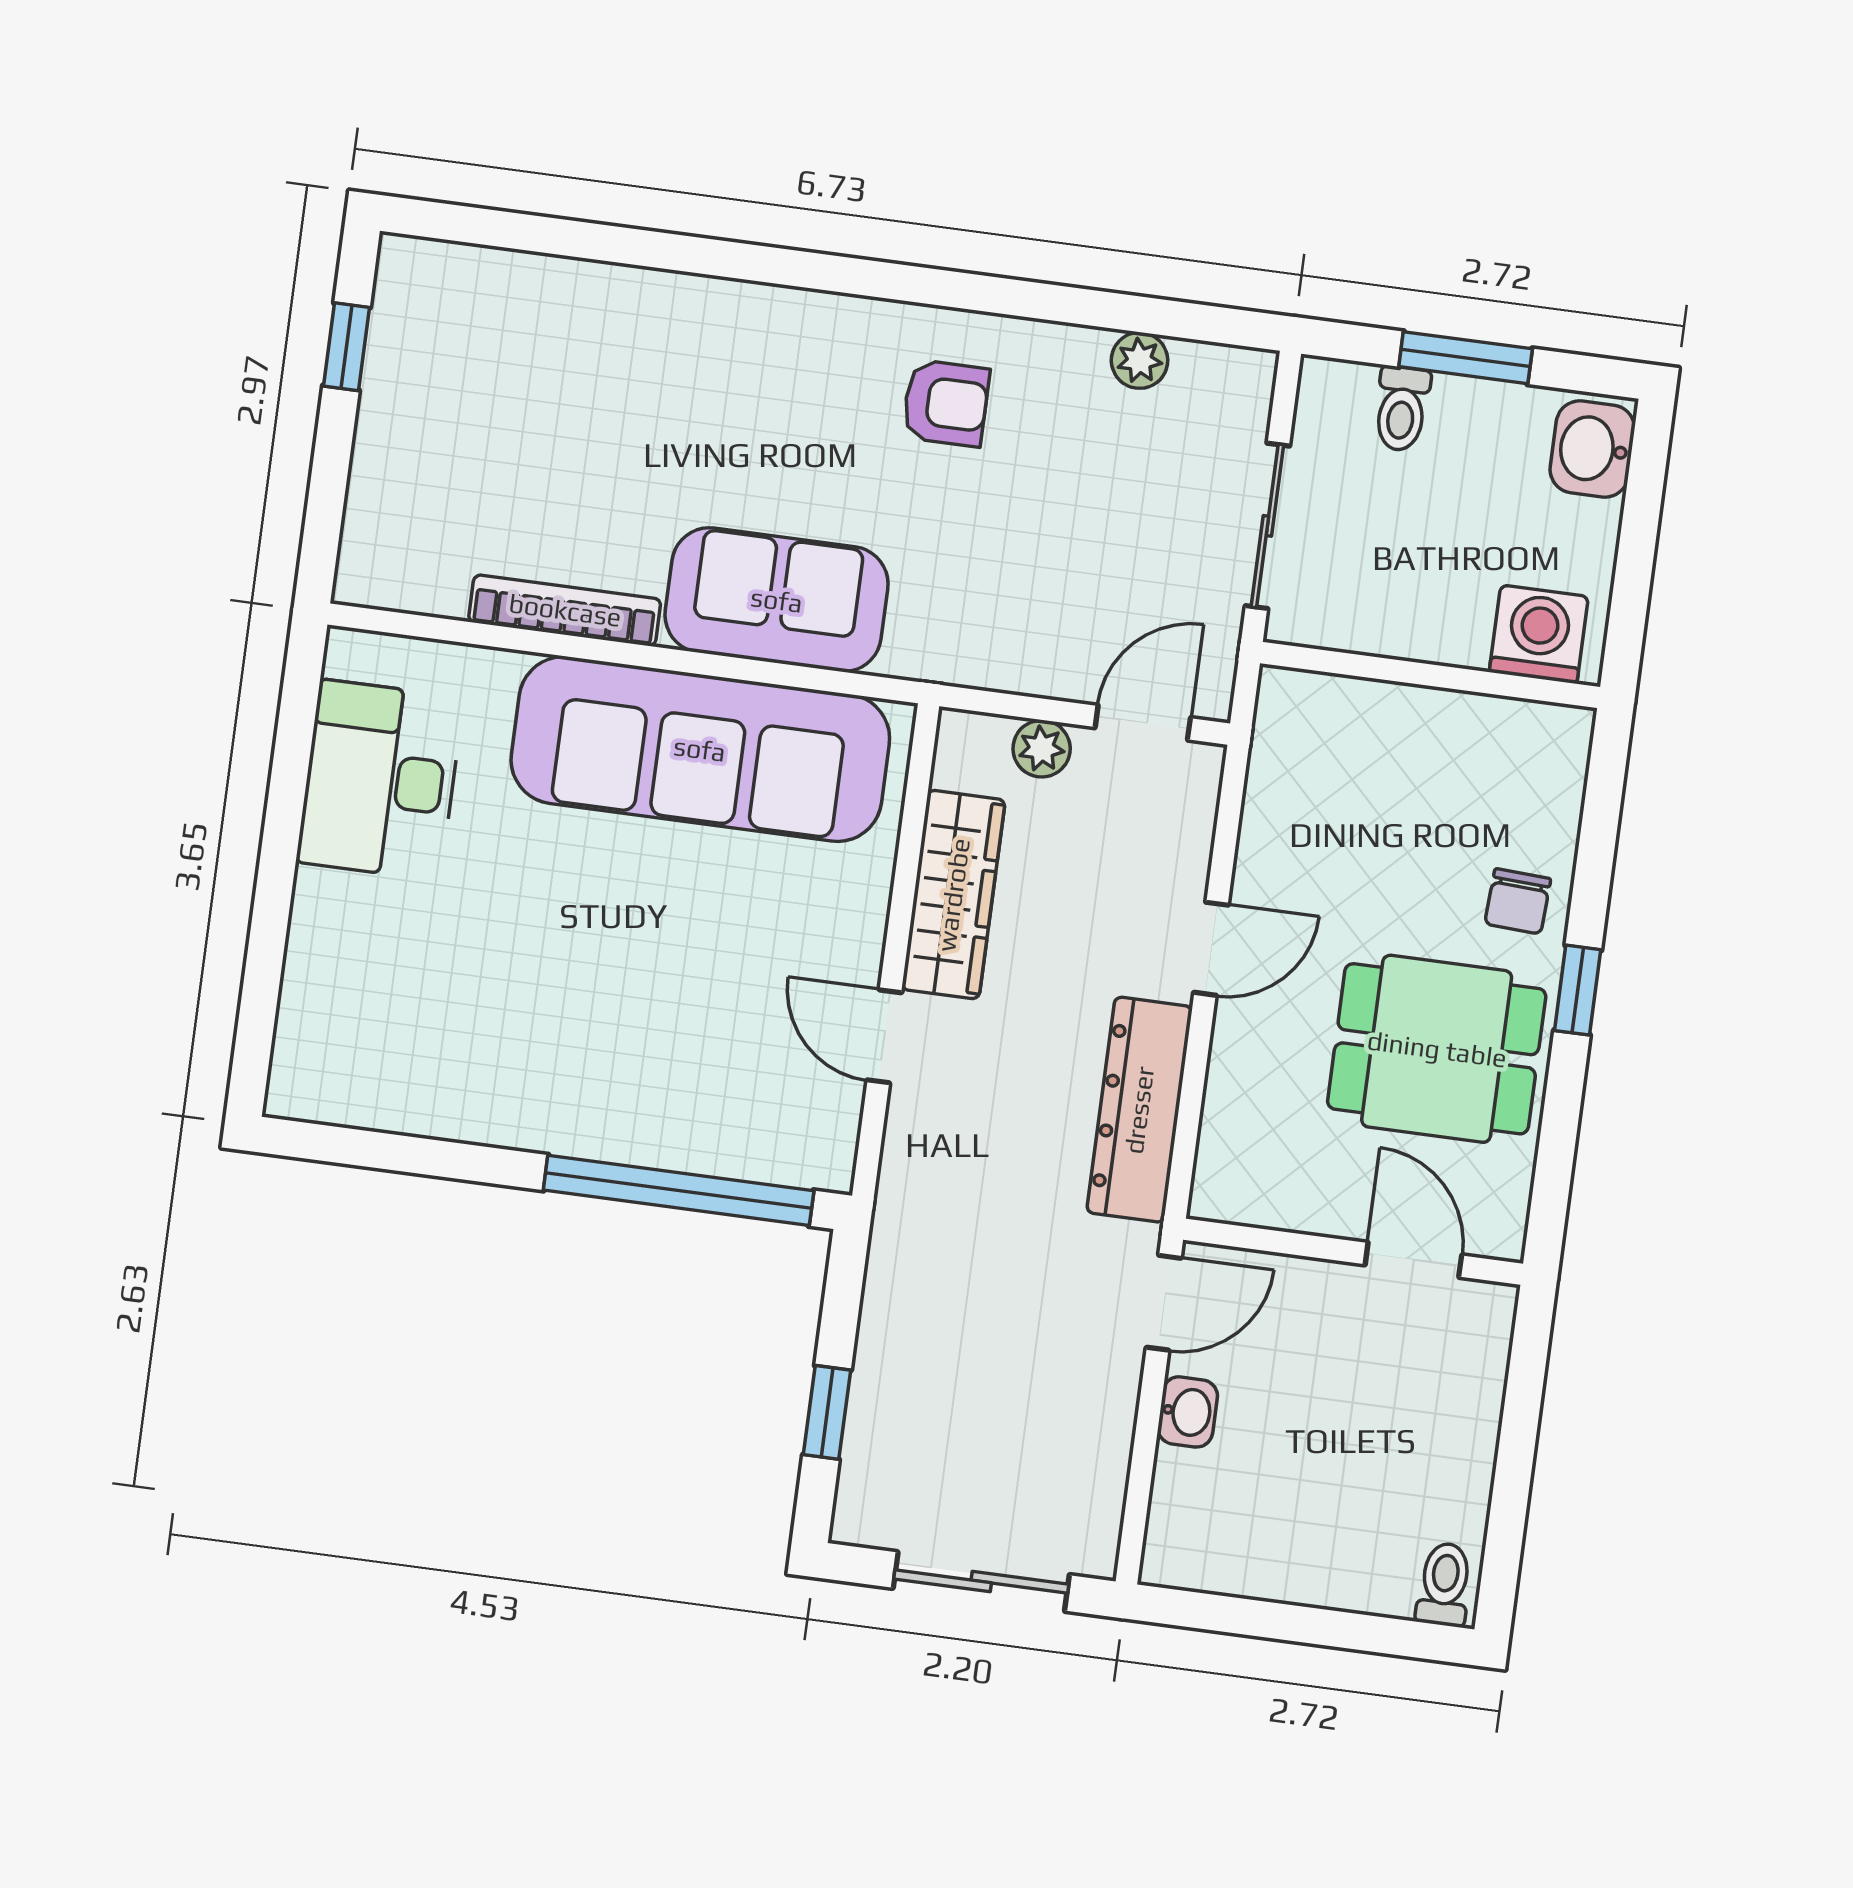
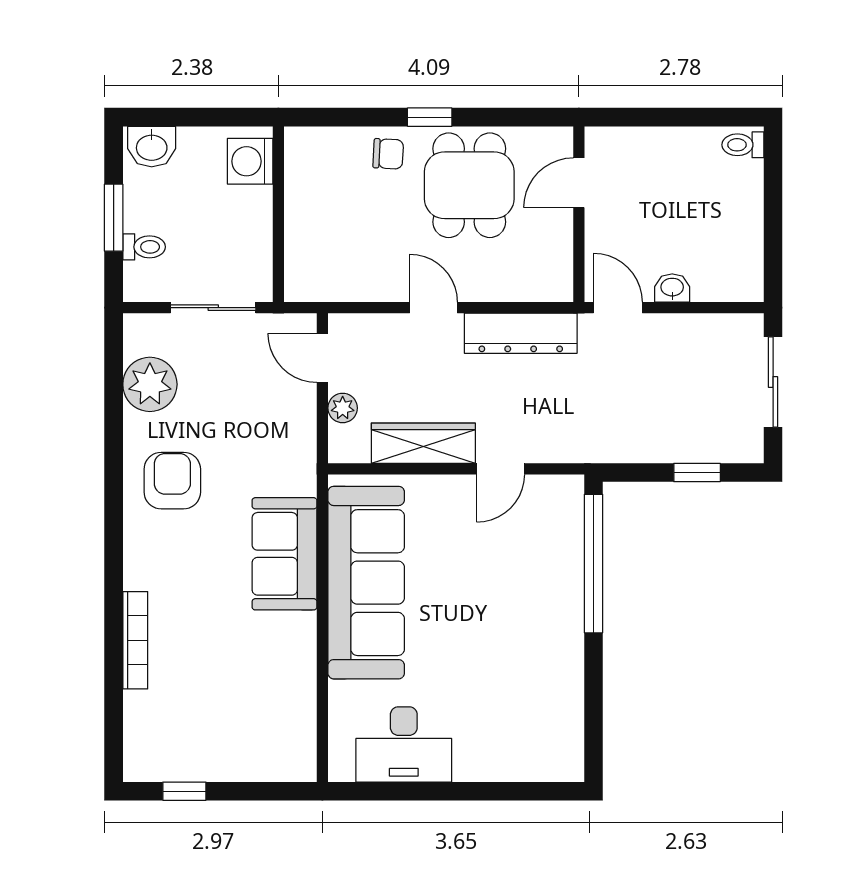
plant: (1140, 360) -> (150, 384), width x1.88, depth x1.88
armchair: (946, 403) -> (172, 481), width x1.38, depth x1.38
bookcase: (565, 610) -> (135, 640), moved, turned 180

